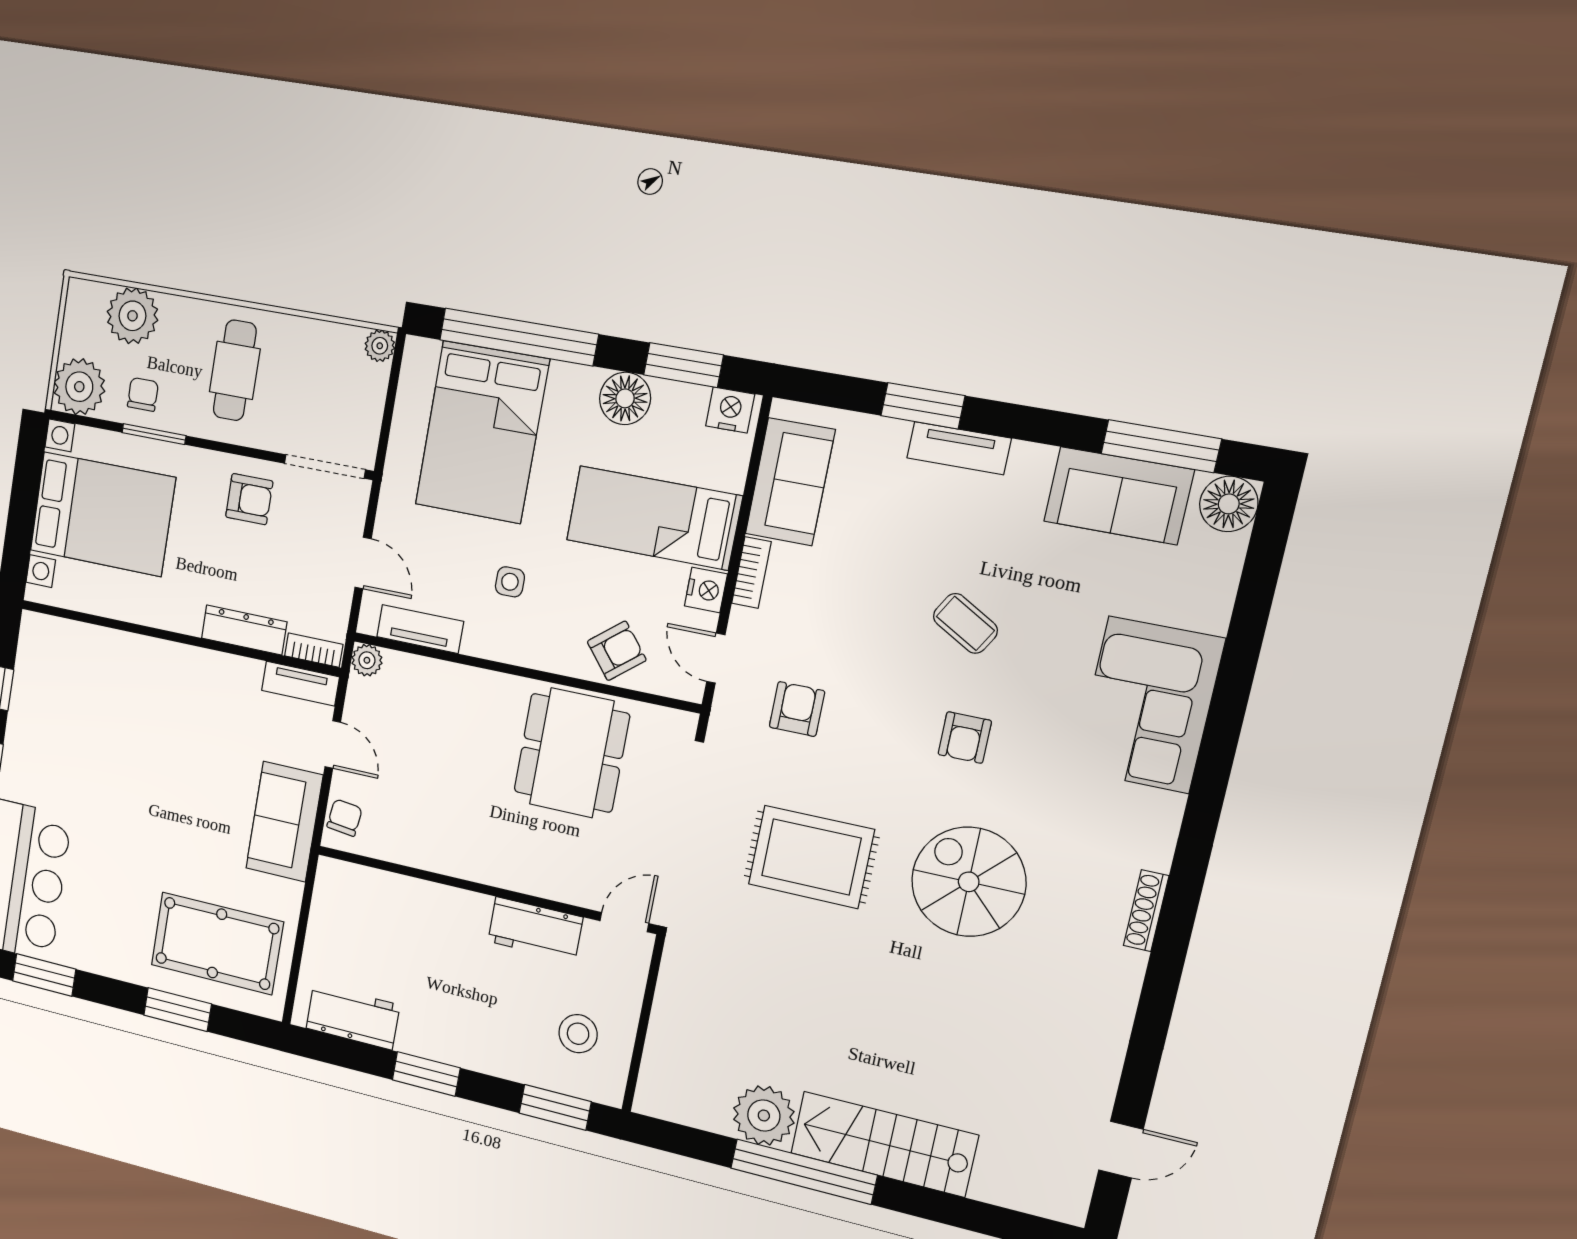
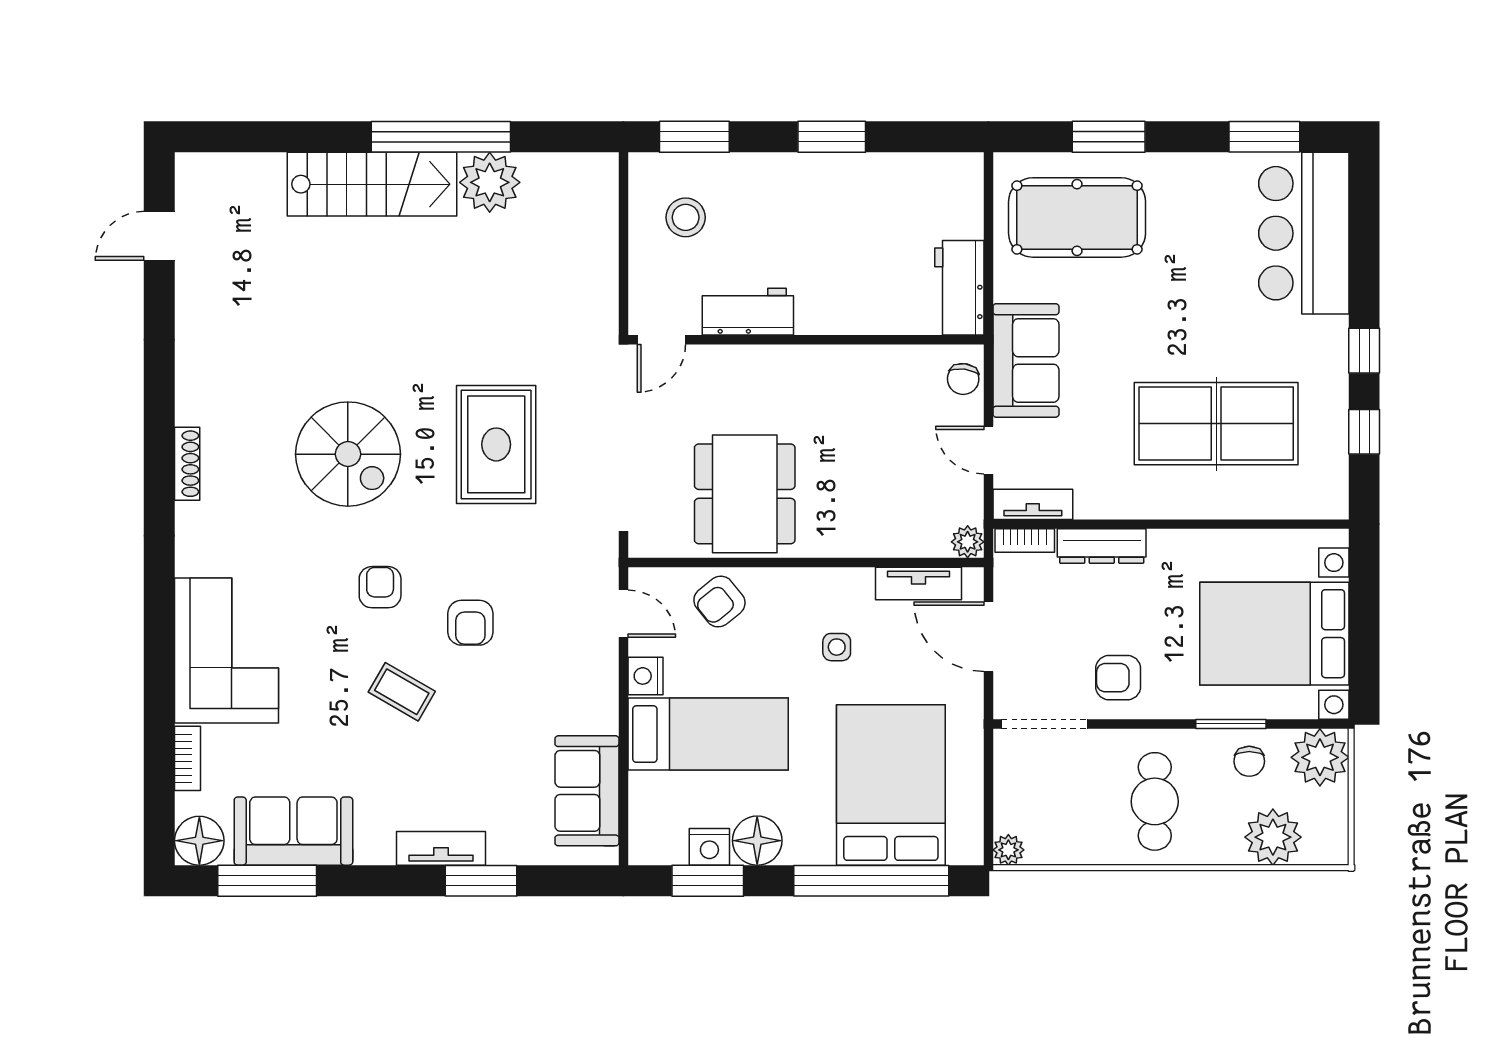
nightstand: (730, 410) -> (709, 847), moved
door: (363, 563) -> (988, 637), width x1.38
bookcase: (751, 573) -> (188, 758), moved, turned 180
armchair: (797, 709) -> (470, 623), moved
table tennis table: (124, 724) -> (1216, 424), added
rug: (811, 857) -> (496, 444), turned 90
workbench: (353, 1017) -> (959, 288), moved, turned 90

